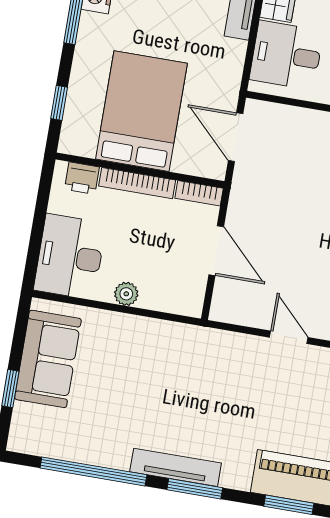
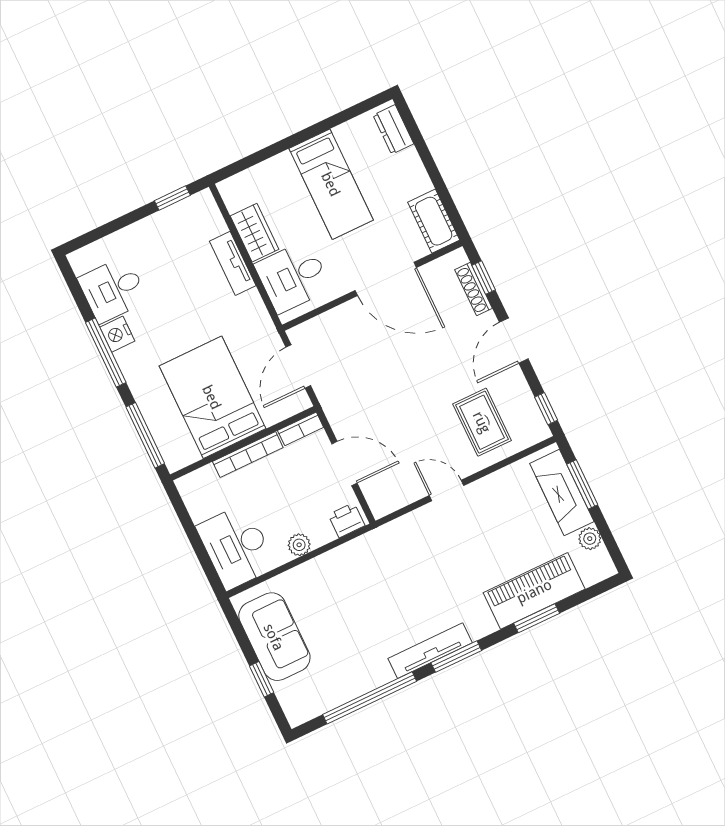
window: (59, 103) -> (145, 435), width x2.17
door: (236, 137) -> (298, 366), hinge flipped
printer: (82, 178) -> (346, 520), moved, turned 180

